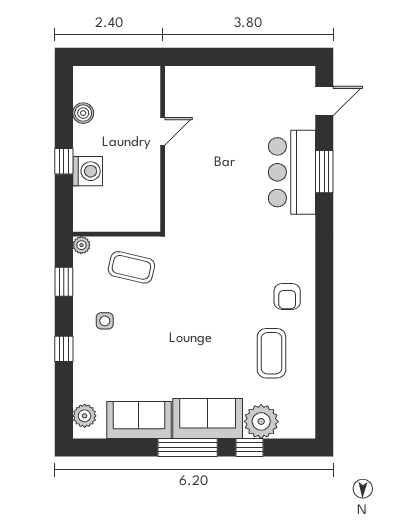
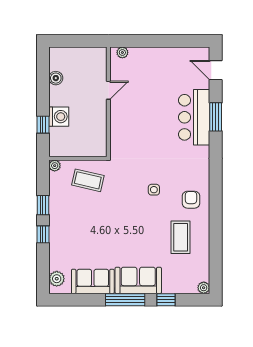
plant: (184, 74) -> (122, 52), added
door: (324, 101) -> (216, 70), swing flipped
window: (64, 161) -> (43, 125), moved
window: (64, 282) -> (43, 205), moved
armchair: (287, 297) -> (191, 200), turned 180
side table: (105, 321) -> (154, 190), moved
plant: (261, 421) -> (204, 288), moved, width x0.53, depth x0.53

